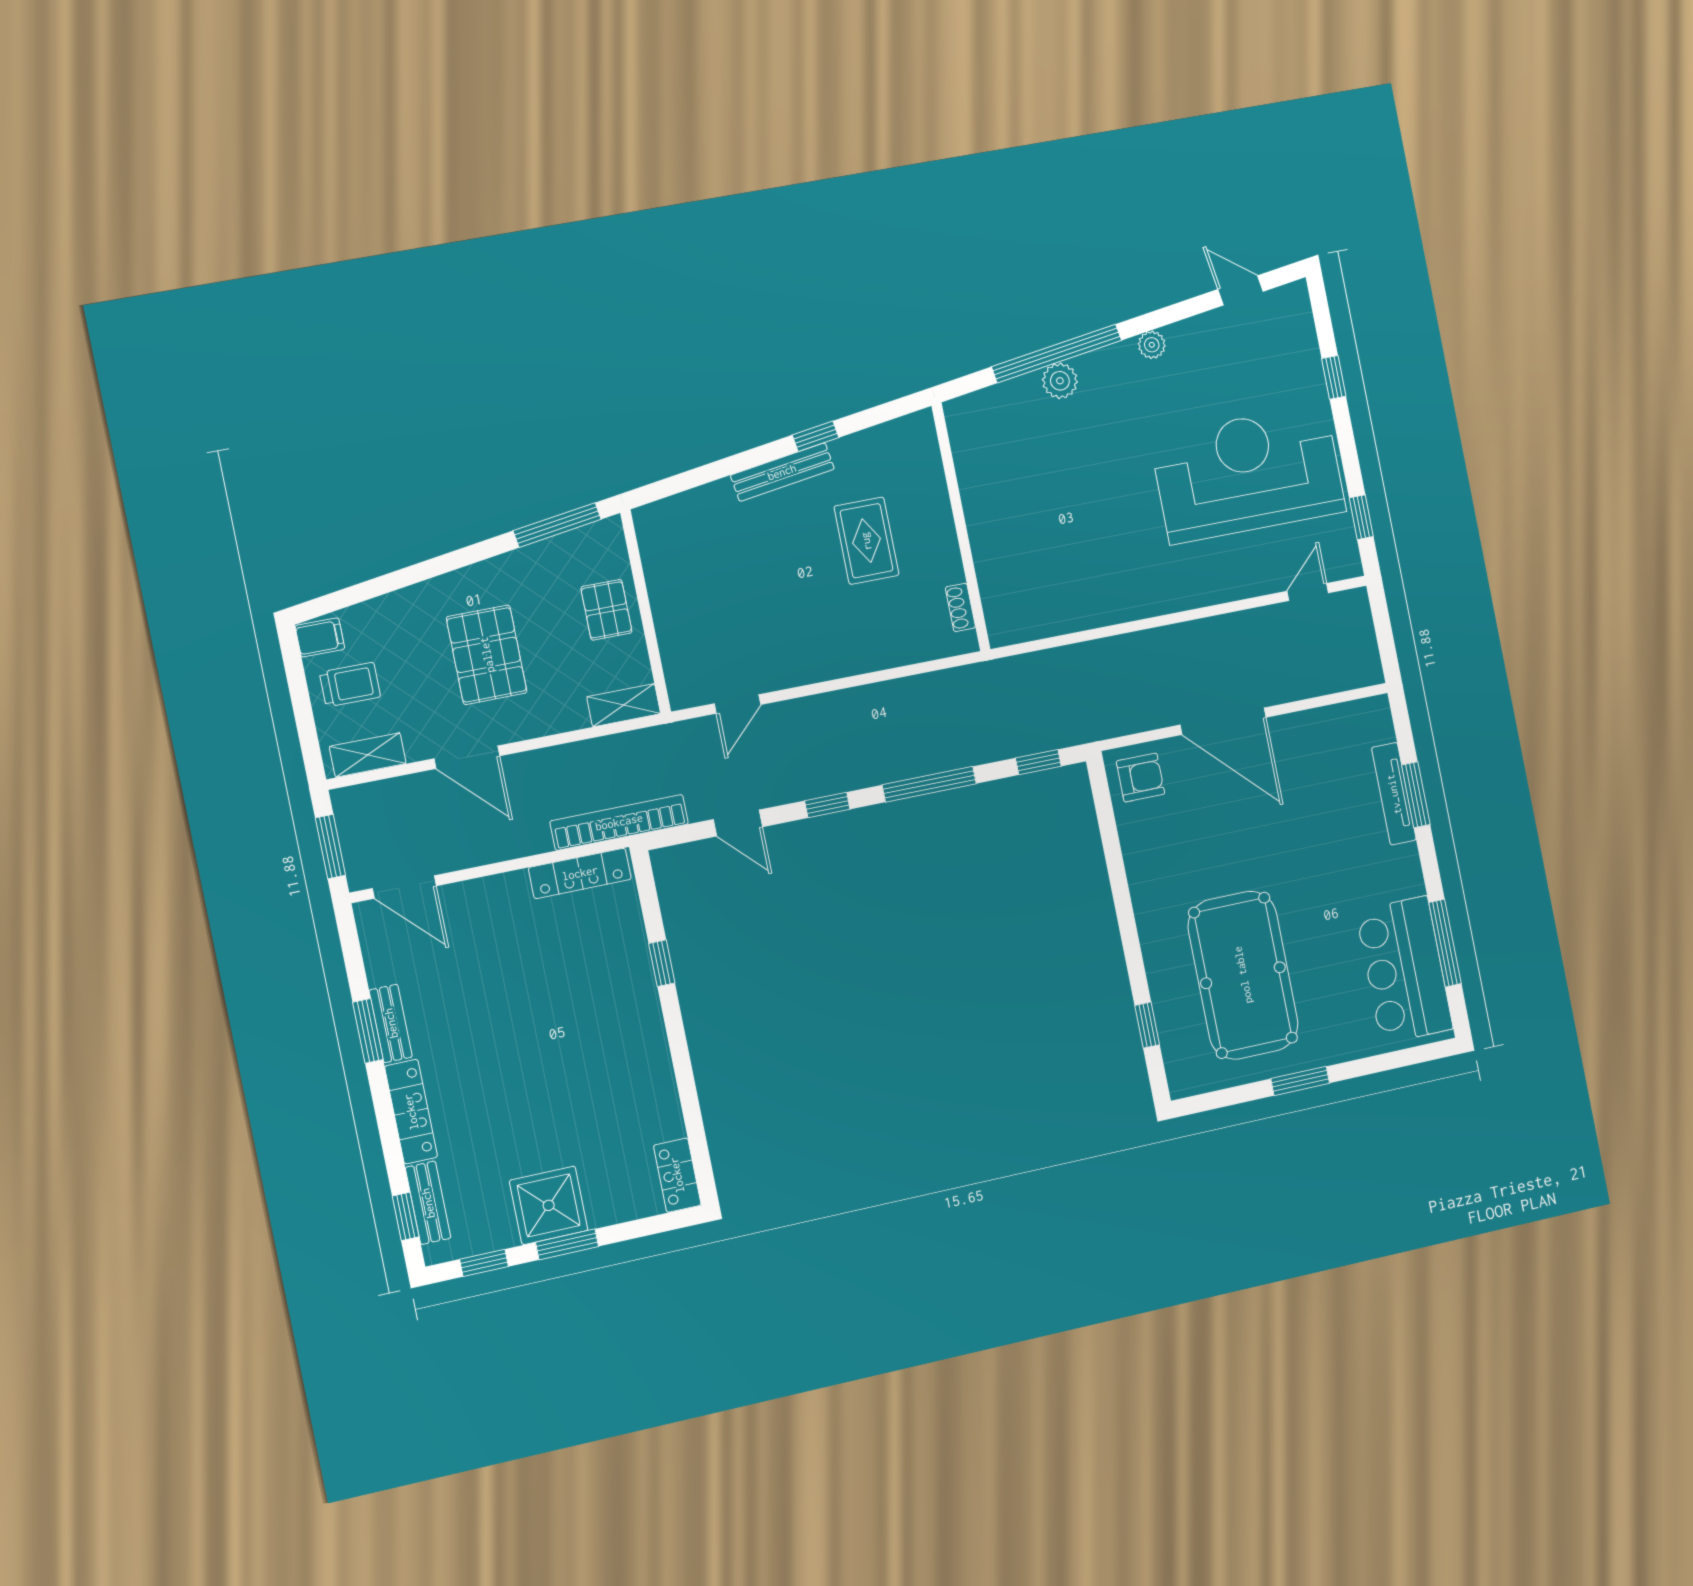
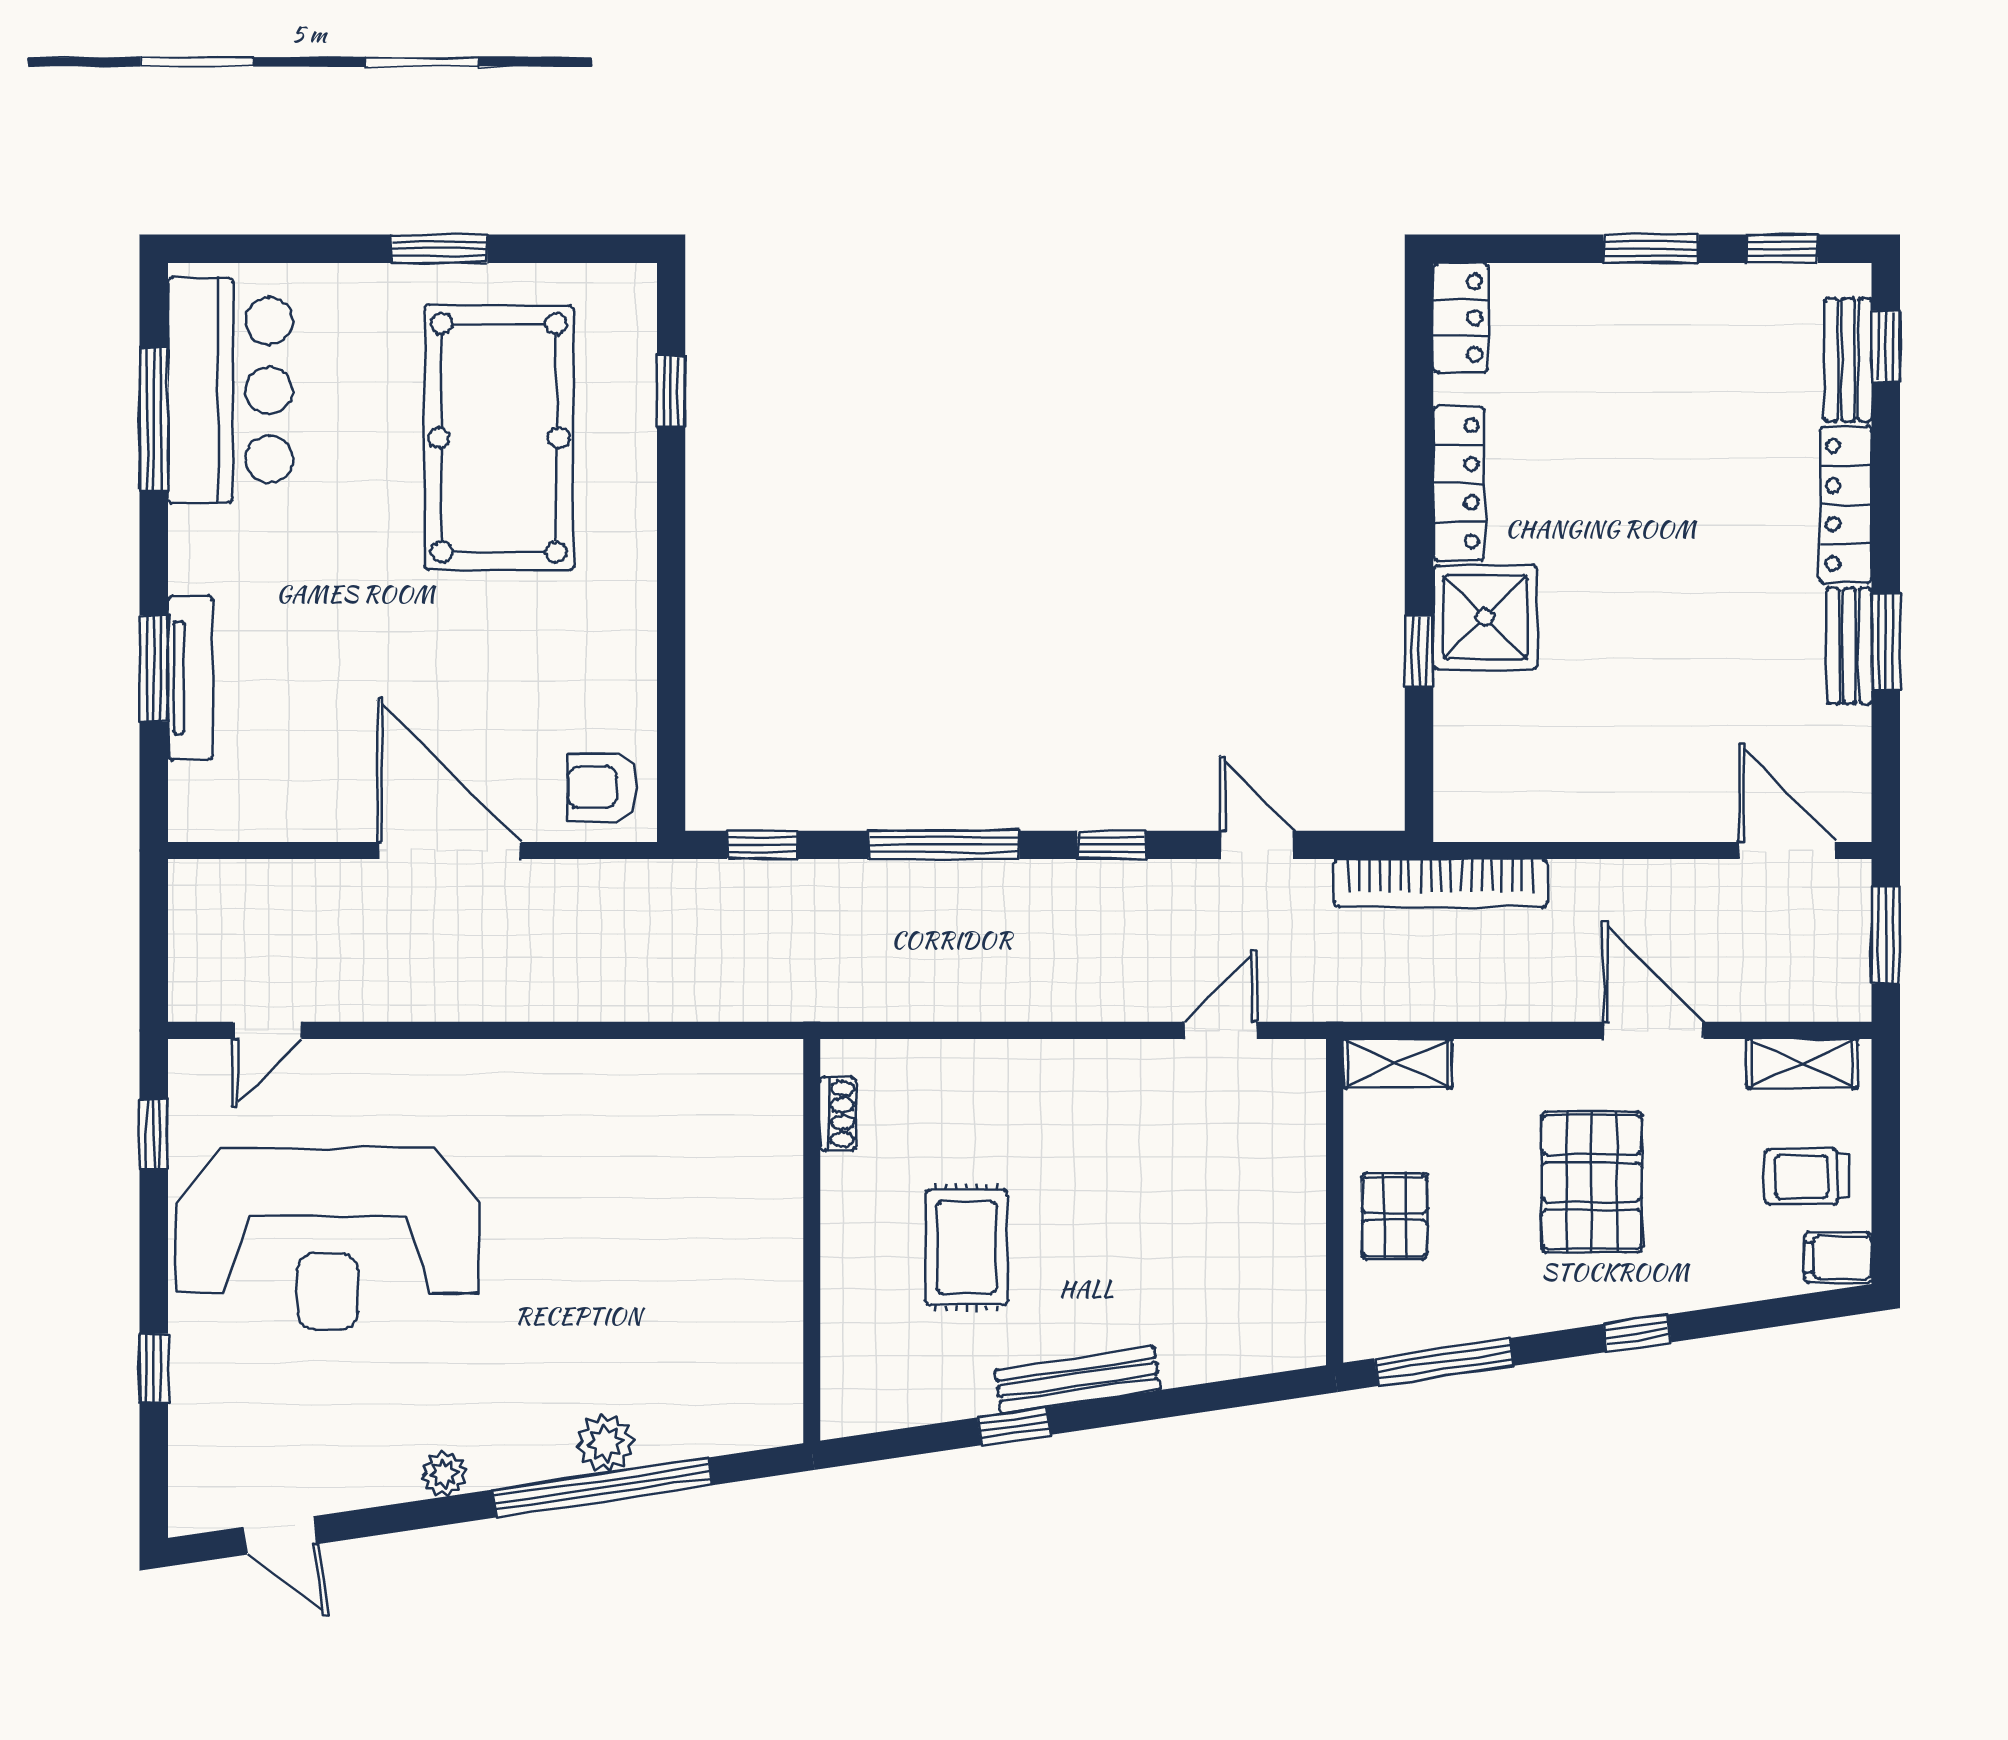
window: (439, 566) -> (1637, 1333), added
locker: (580, 873) -> (1459, 483), moved, turned 90
shower: (549, 1205) -> (1485, 617), moved

